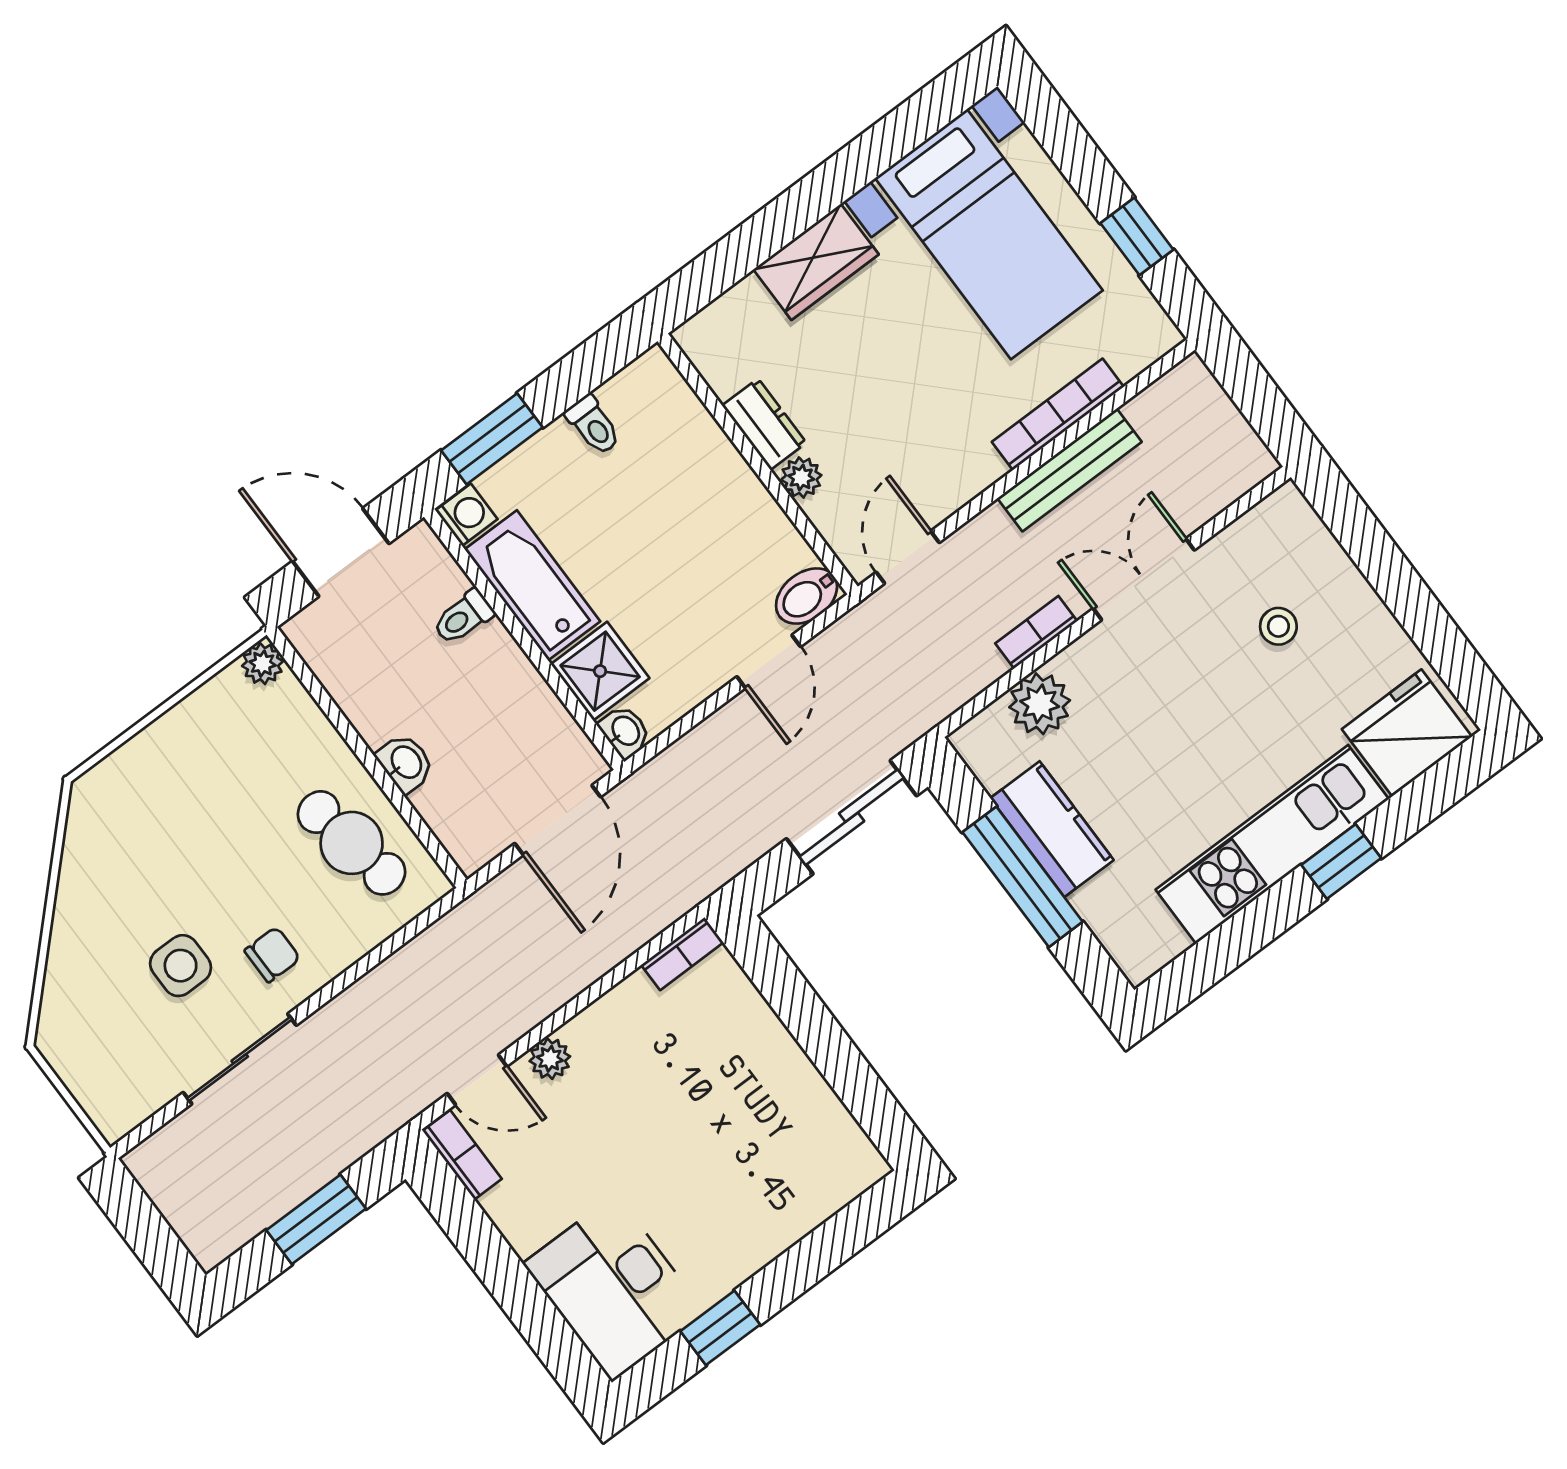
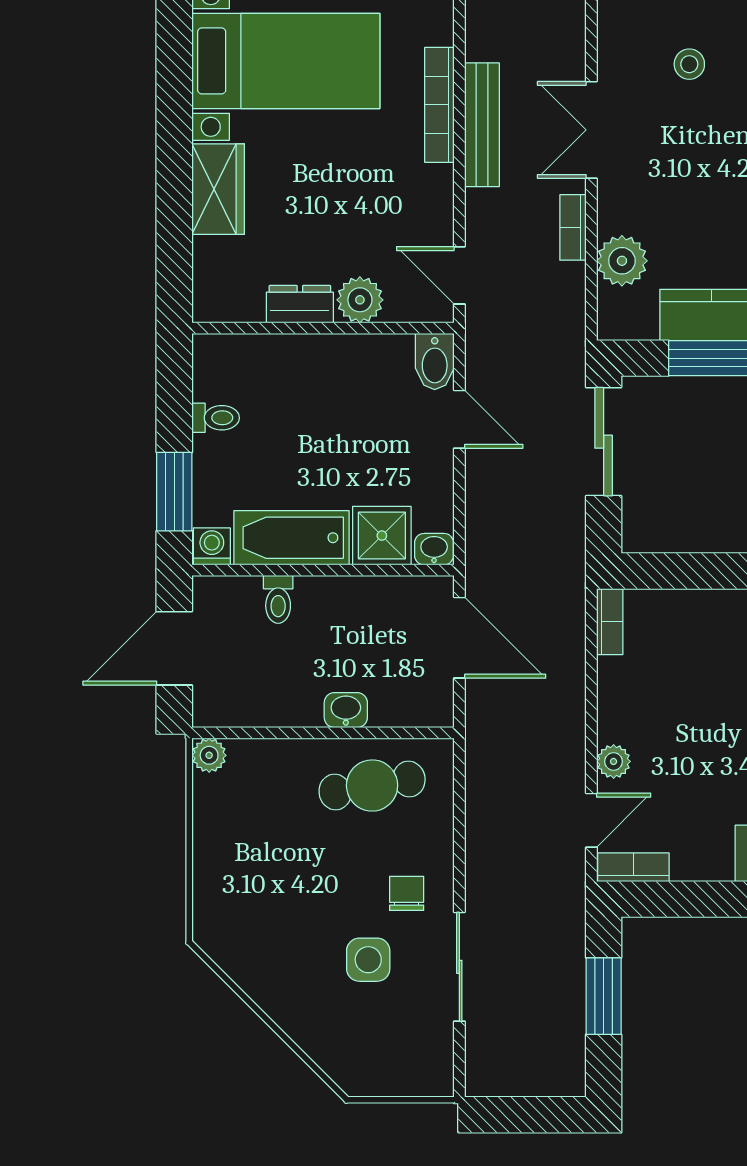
plant: (801, 477) -> (360, 300), width x1.38, depth x1.38

